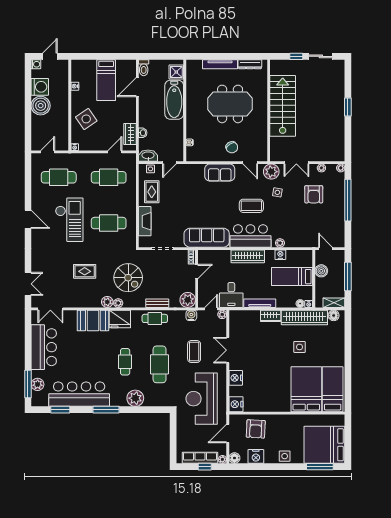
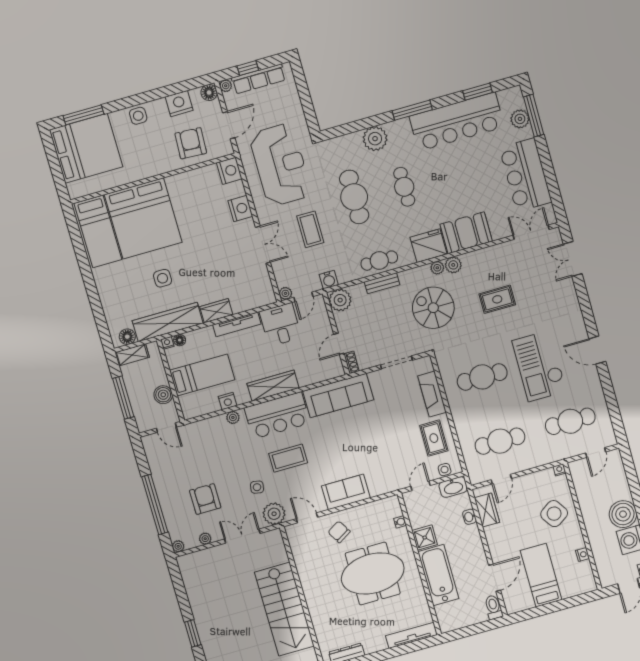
tv unit: (220, 64) -> (411, 635), moved
shower: (176, 72) -> (425, 538), moved
meeting table: (230, 104) -> (373, 574), moved
bed: (306, 389) -> (143, 218), width x1.36

